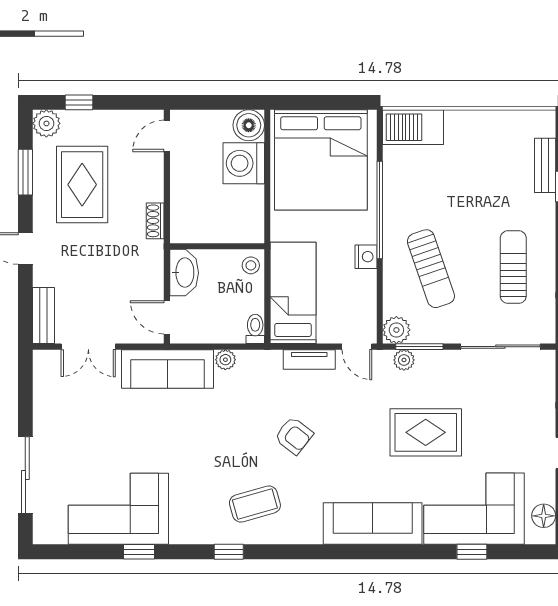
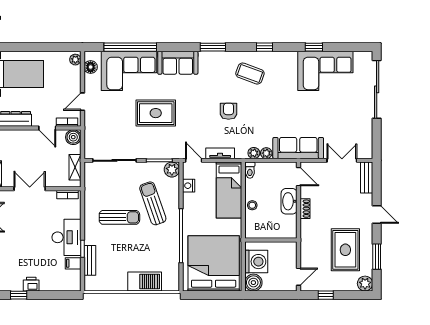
window: (79, 102) -> (326, 295), moved
barbecue: (413, 127) -> (145, 281), moved
shoe rack: (155, 221) -> (305, 209), moved
wall: (217, 246) -> (271, 240), moved
nightstand: (366, 257) -> (189, 186), moved
sun lounger: (513, 267) -> (119, 217), moved, turned -90
plant: (404, 360) -> (254, 153), moved
armchair: (294, 436) -> (229, 111), turned 52
sliding door: (25, 475) -> (377, 89), width x1.36
coffee table: (255, 504) -> (250, 74), turned 36
sofa: (373, 523) -> (178, 63), width x0.73
window: (322, 552) -> (213, 47), added
window: (472, 552) -> (130, 47), width x3.17

